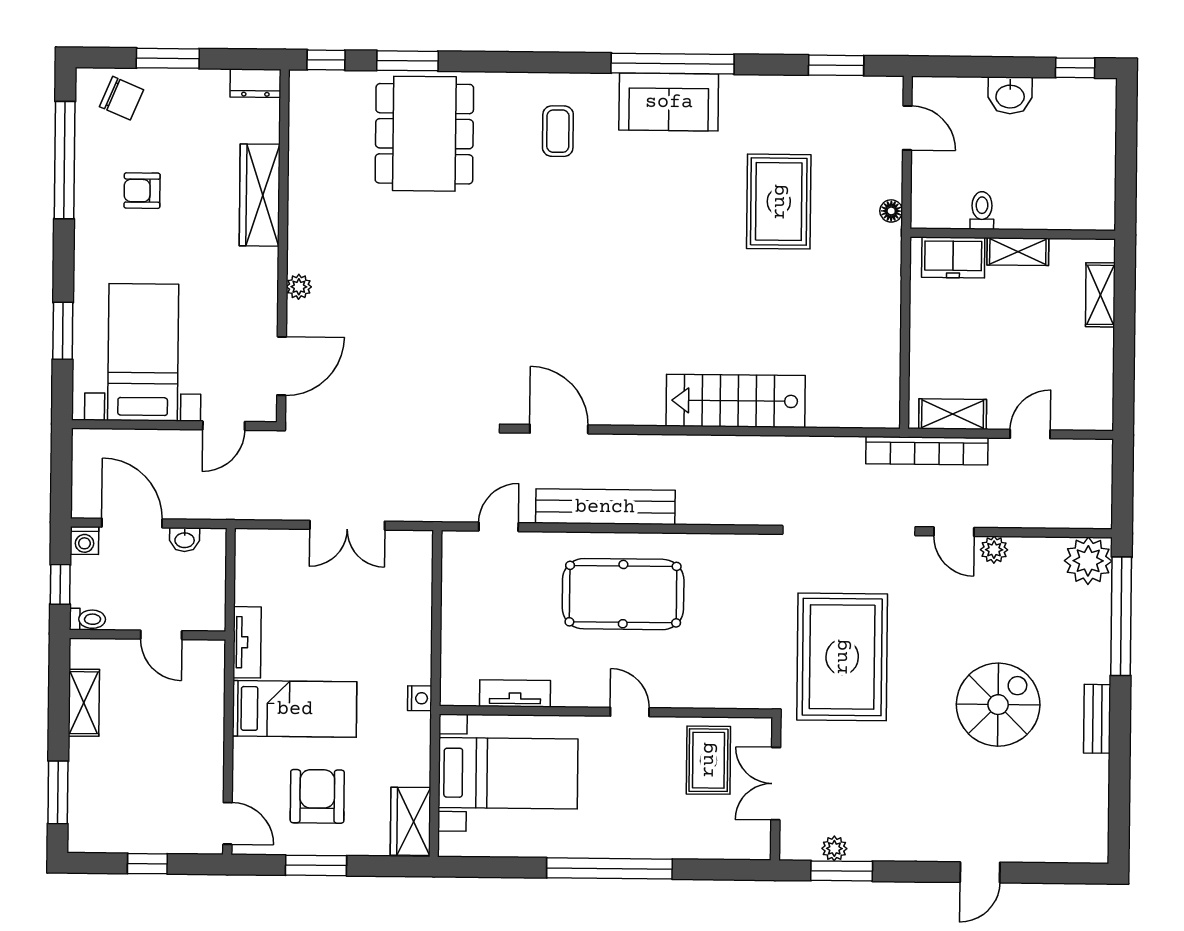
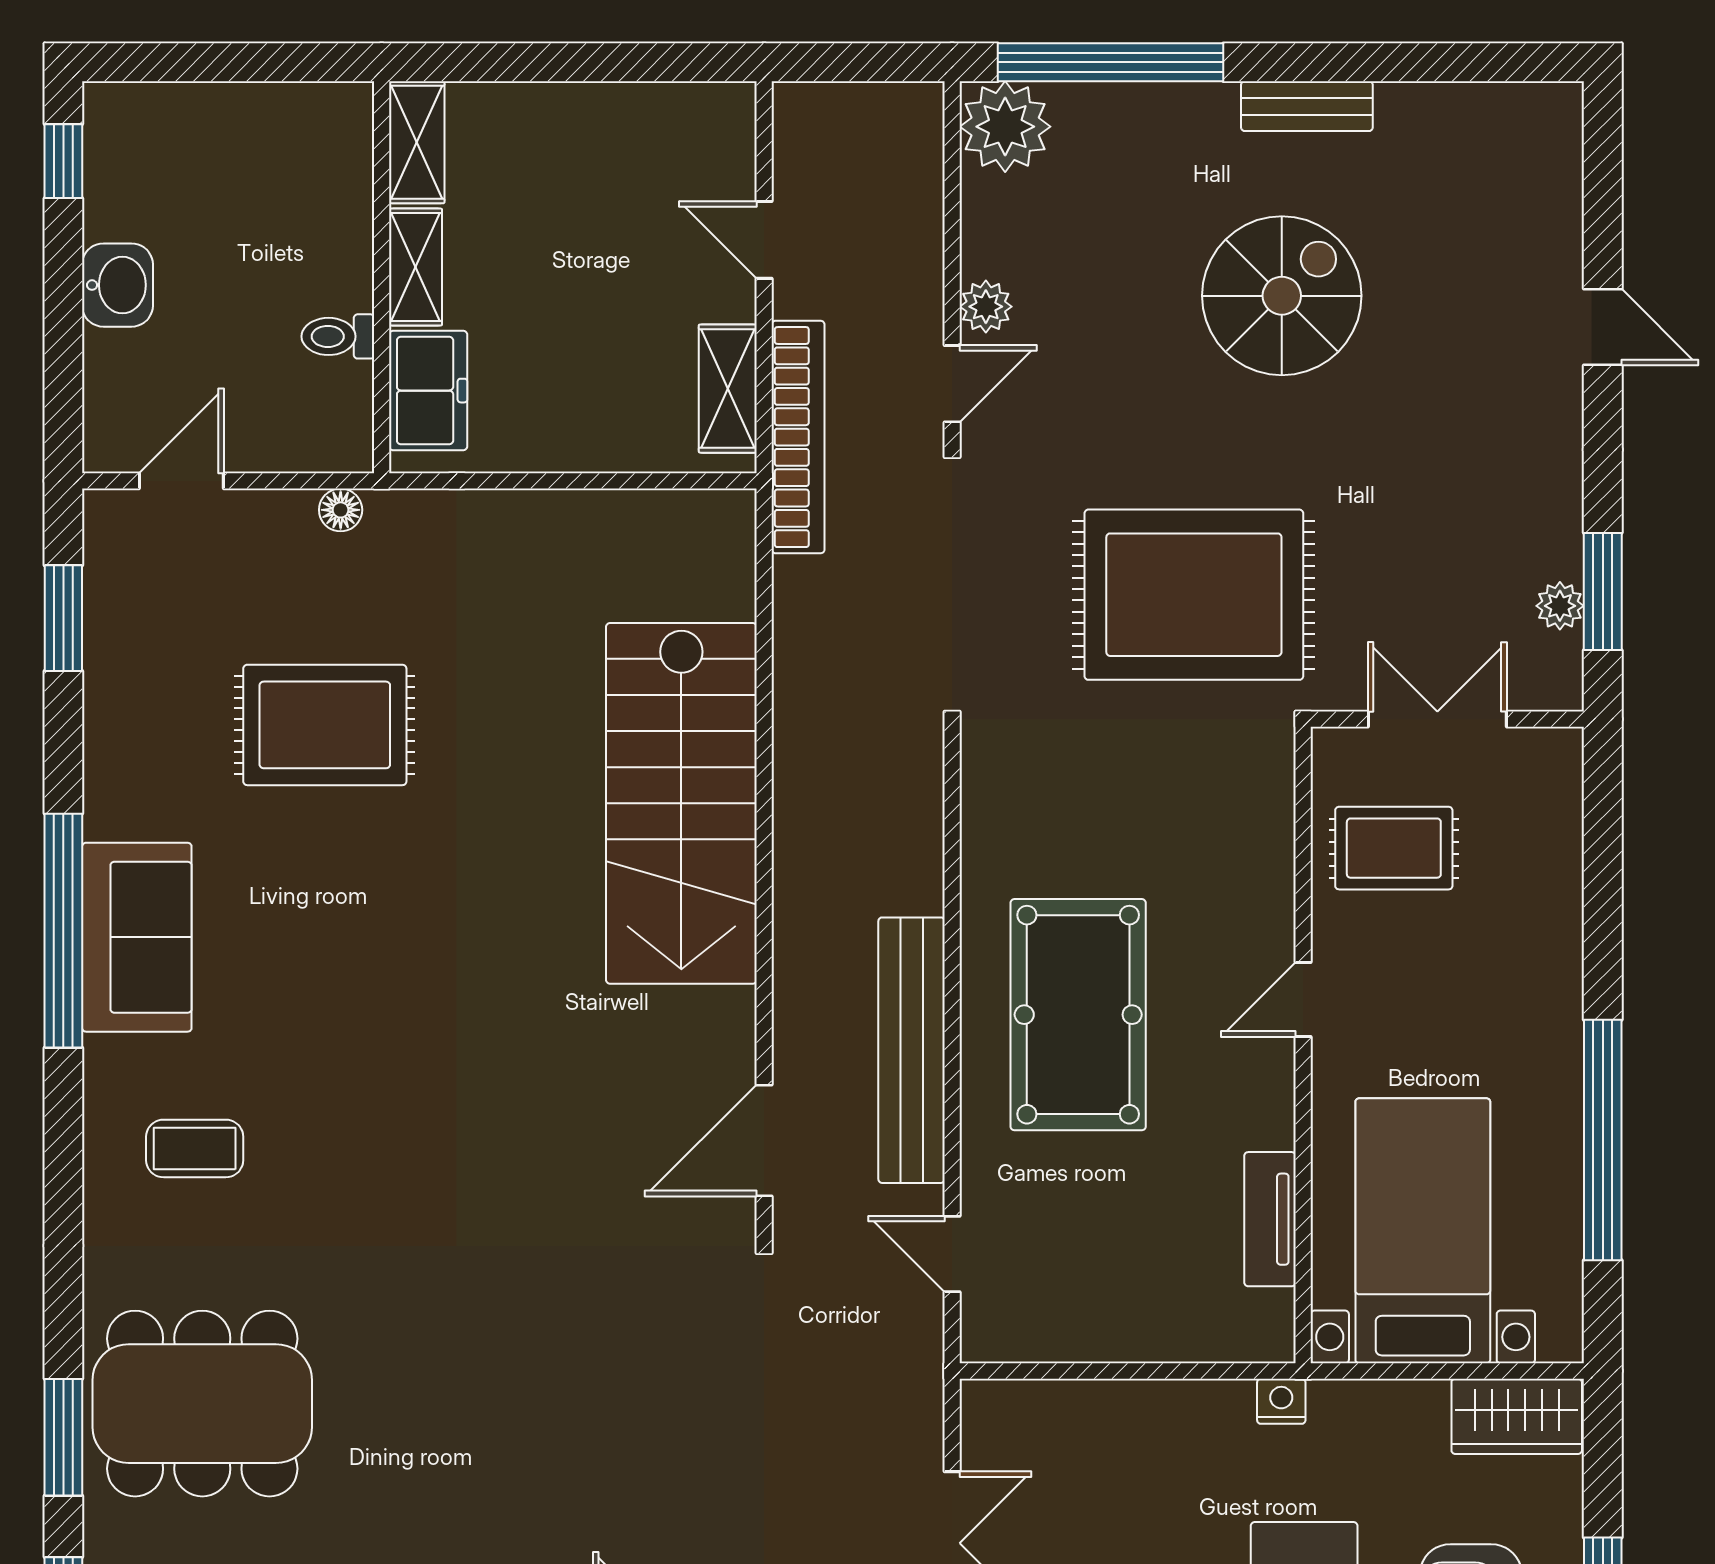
shelving: (1100, 295) -> (417, 142), moved, turned 90
stairs: (736, 401) -> (681, 803), width x1.36, depth x1.51
spiral stairs: (998, 705) -> (1282, 296), turned 90
double door: (776, 784) -> (1437, 719), swing flipped
window: (609, 868) -> (1603, 1140), moved

